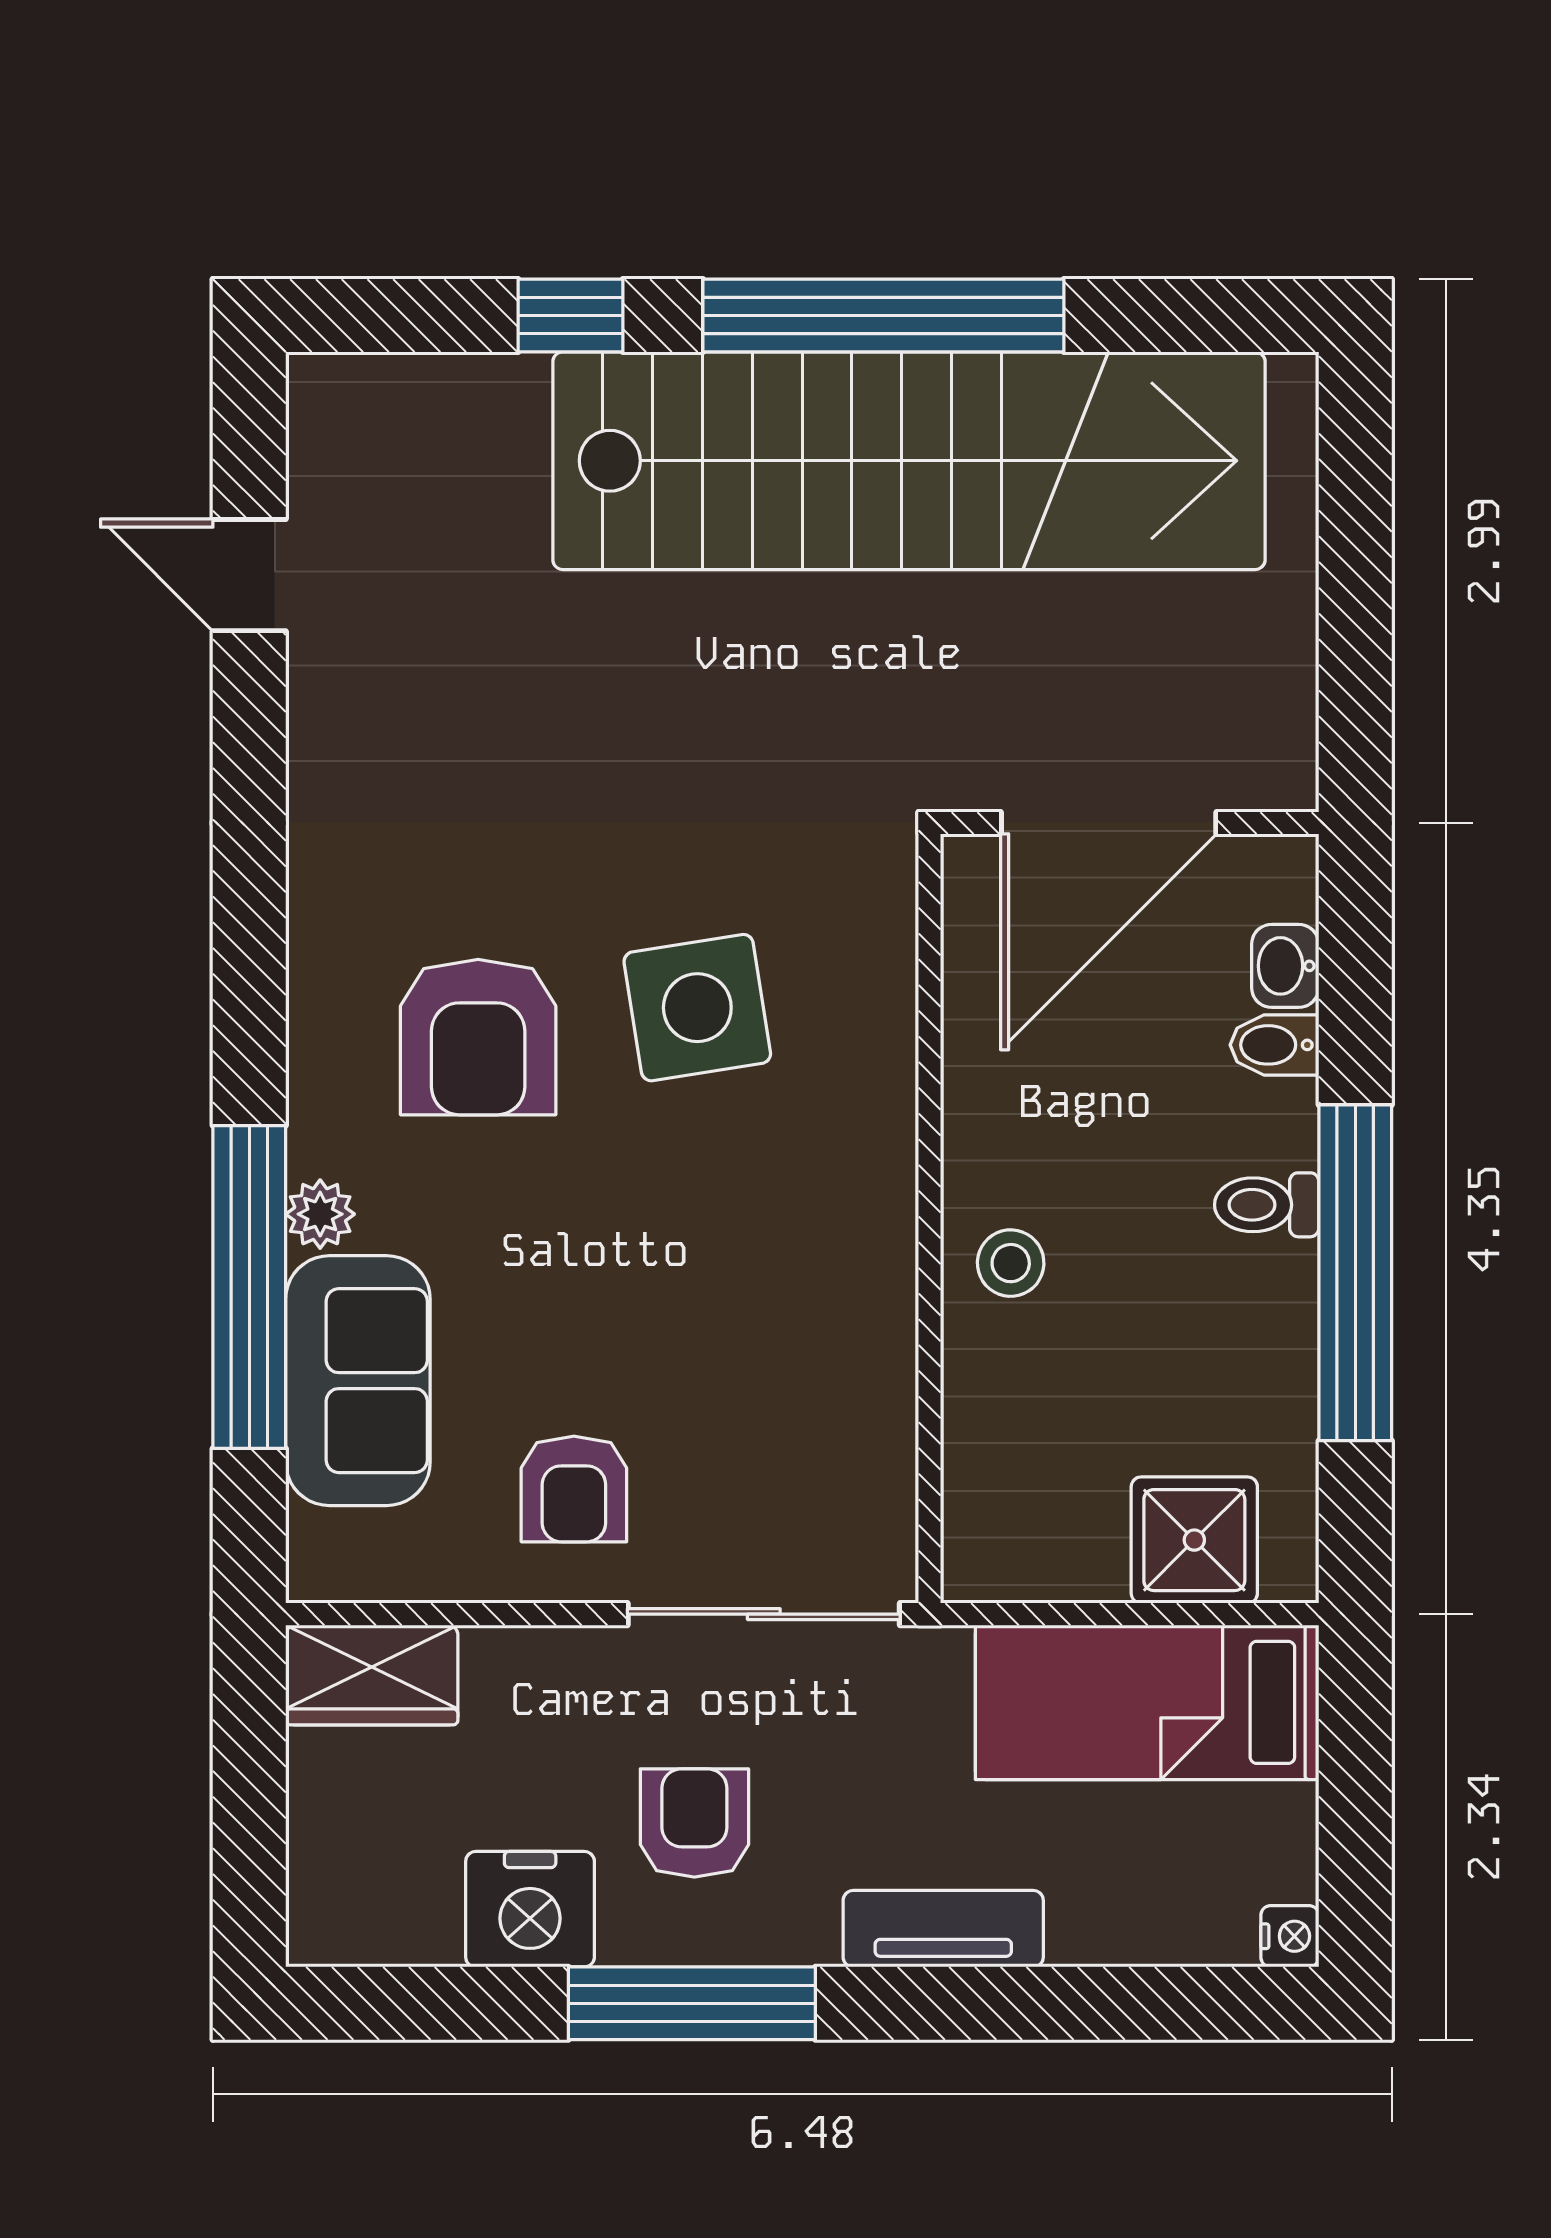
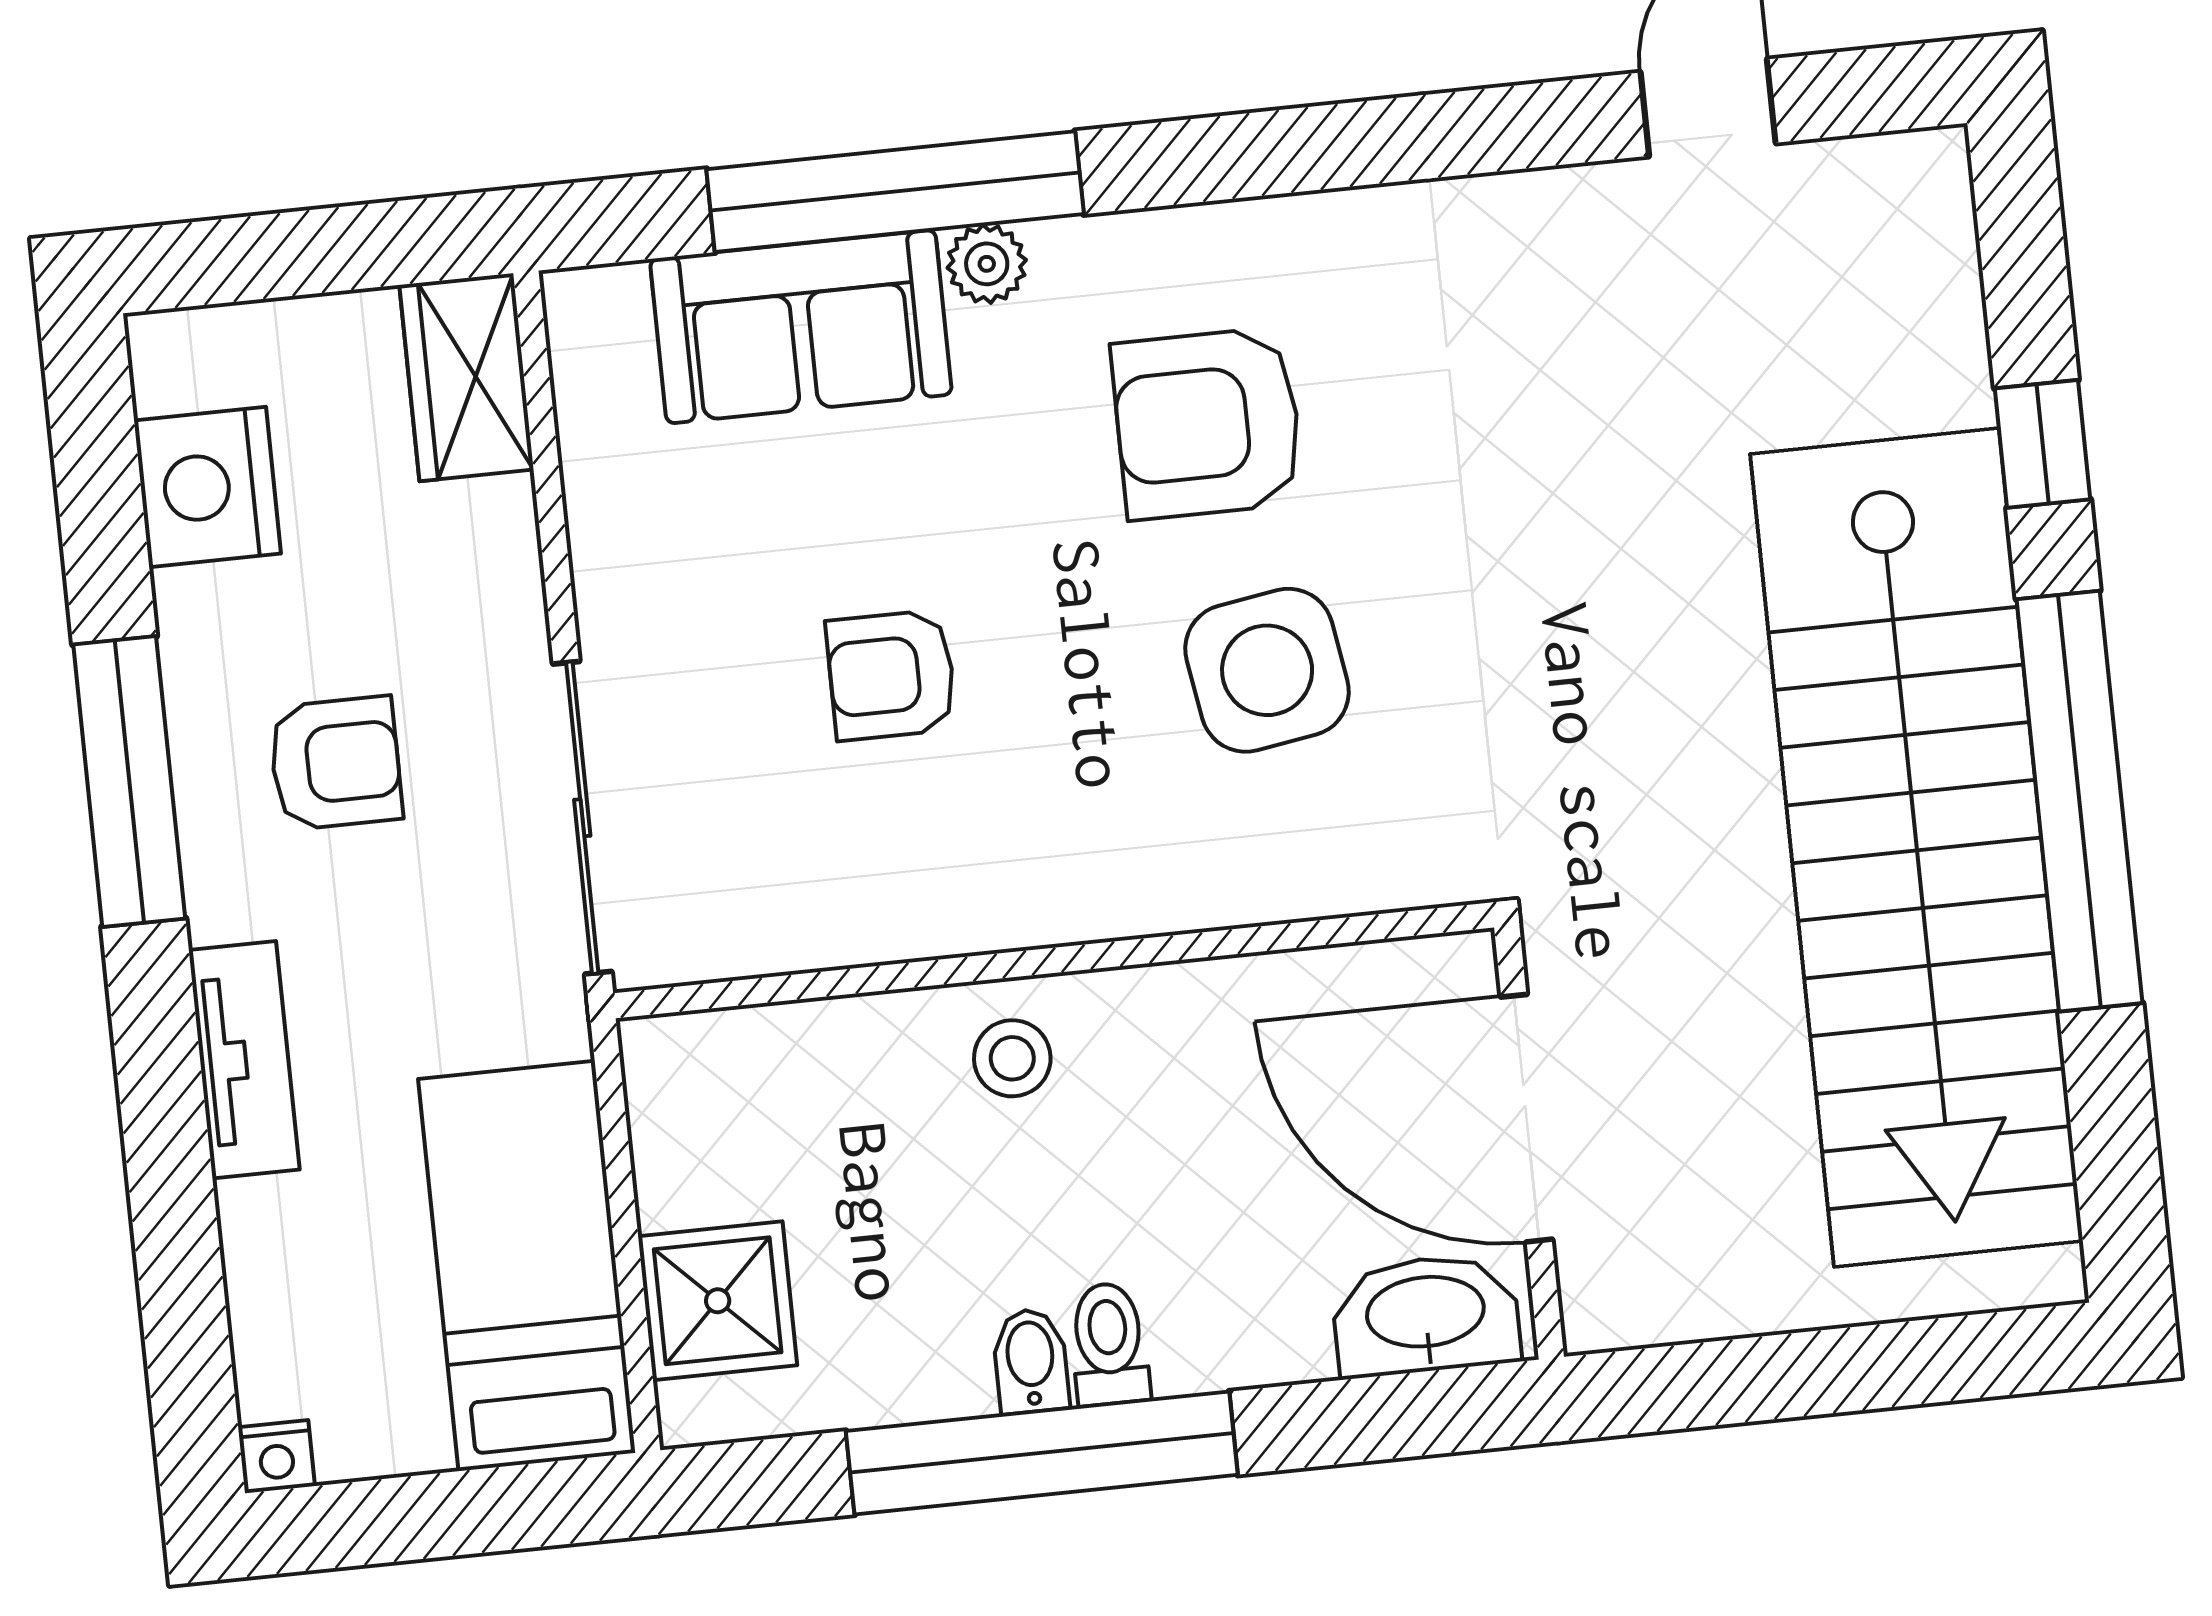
washbasin: (1285, 966) -> (1426, 1315), width x1.91, depth x1.45
bidet: (1274, 1045) -> (1031, 1361), moved
armchair: (574, 1489) -> (891, 675), moved
nightstand: (530, 1909) -> (207, 487), moved

